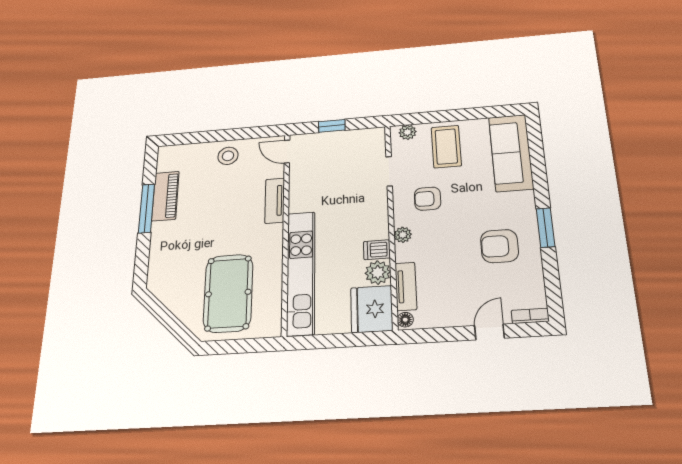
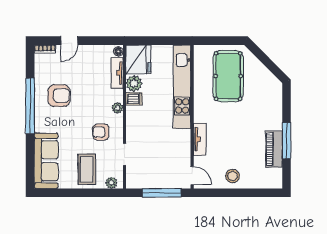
window: (332, 126) -> (162, 193), width x2.17
armchair: (428, 199) -> (101, 132), turned 180
window: (546, 228) -> (30, 106), width x2.11

